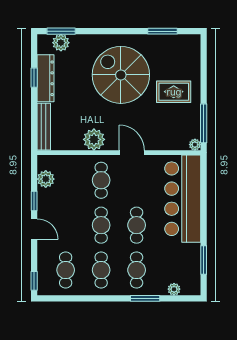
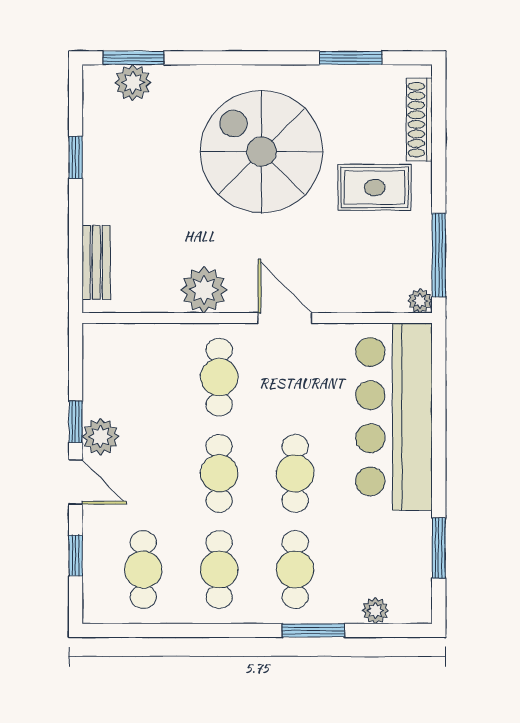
shoe rack: (195, 60) -> (419, 120), added
dresser: (46, 78) -> (100, 159), removed
bench: (44, 127) -> (96, 262), width x0.73
plant: (46, 179) -> (101, 437), moved
window: (34, 281) -> (76, 556), moved

